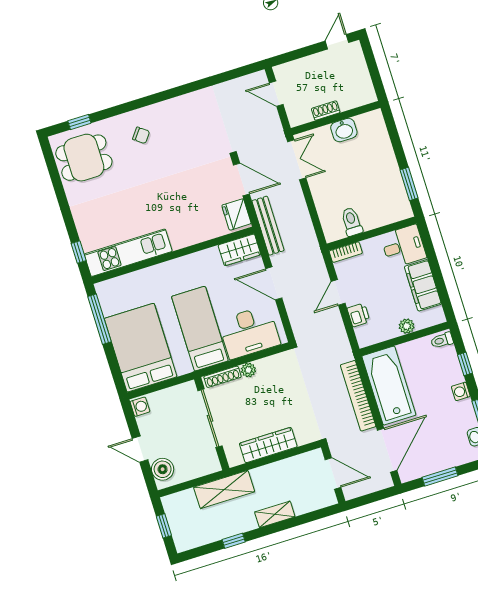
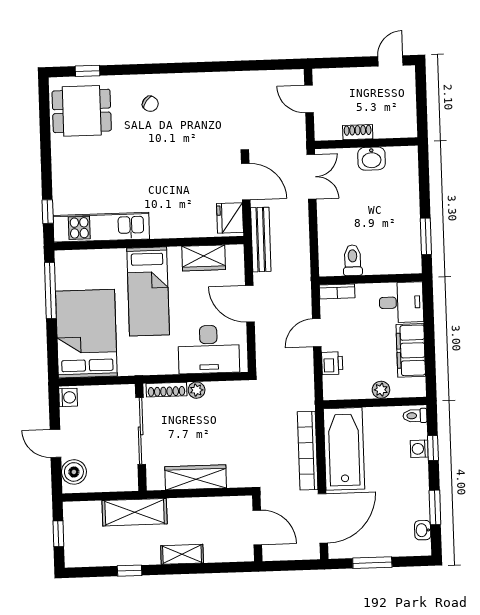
wardrobe: (239, 250) -> (204, 258), moved
bed: (200, 329) -> (148, 291), moved, turned 180
washing machine: (461, 391) -> (419, 449), moved

